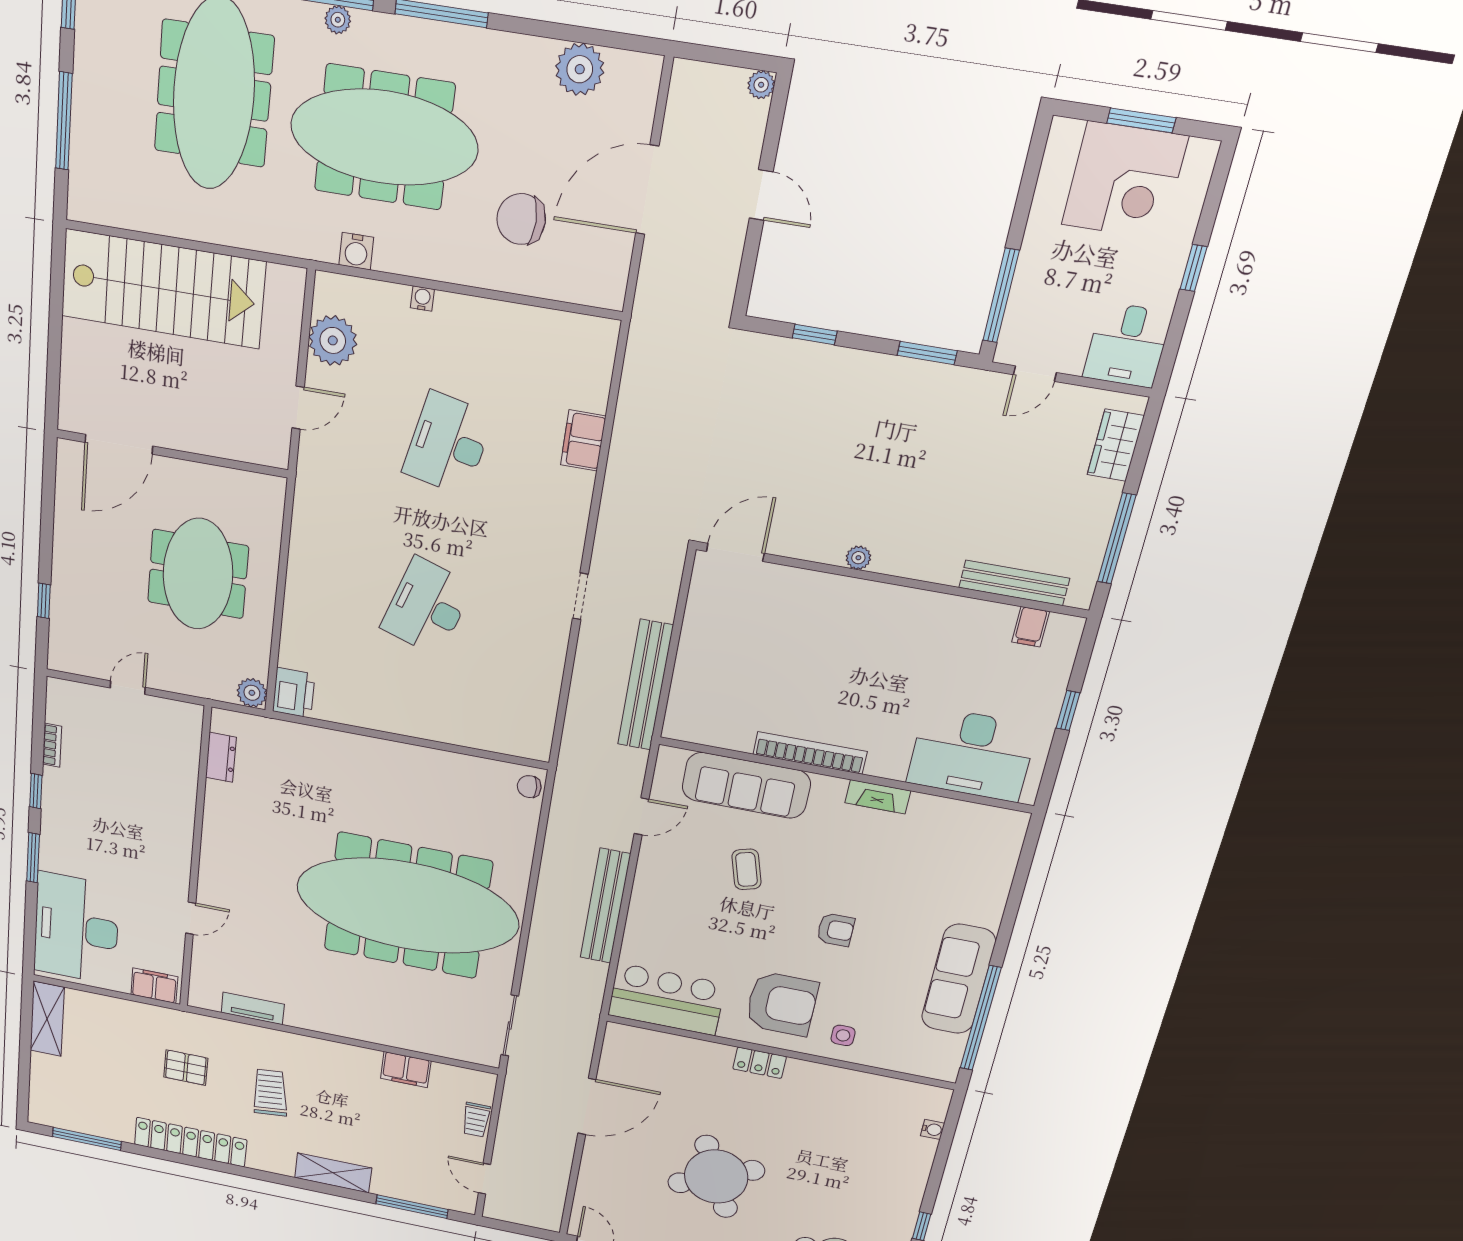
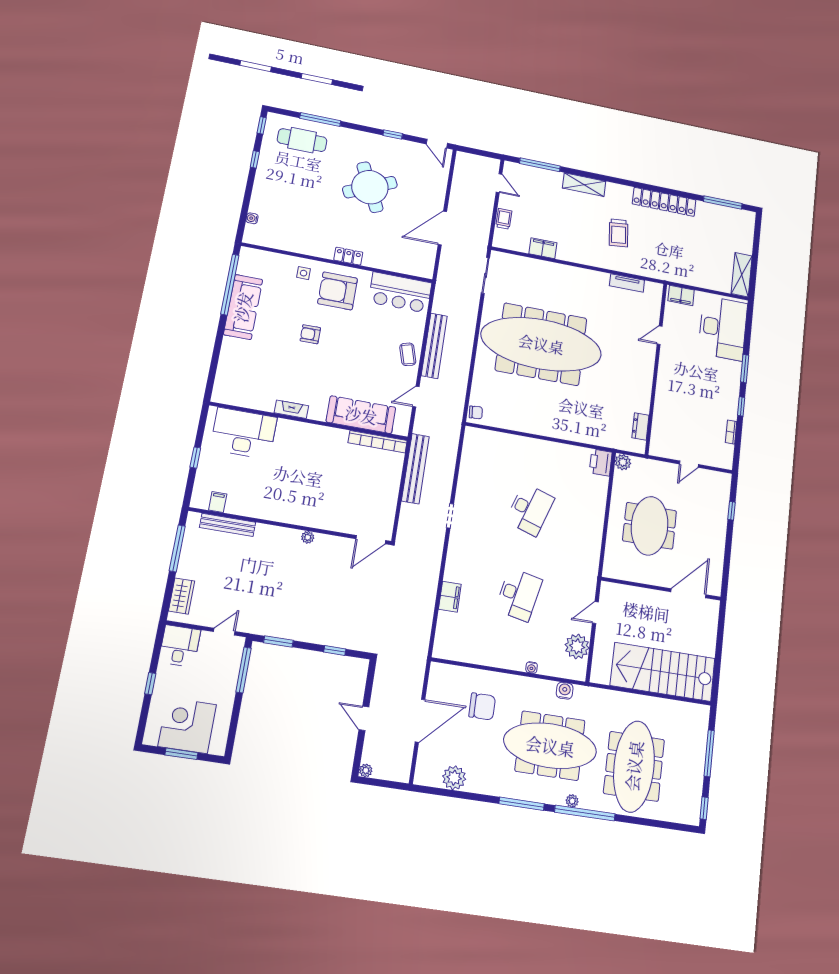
bookcase: (810, 753) -> (378, 442), moved
coffee table: (746, 869) -> (408, 354), moved
pallet: (186, 1068) -> (665, 247), removed

